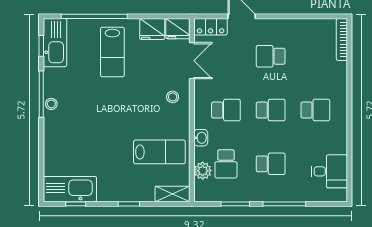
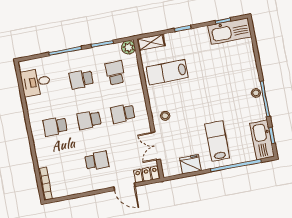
fridge: (178, 29) -> (171, 168), removed
washbasin: (201, 138) -> (138, 89), removed
plant: (203, 171) -> (128, 47), moved

